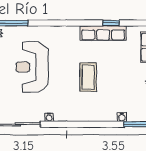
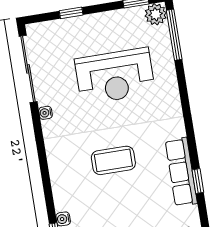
reception desk: (32, 67) -> (115, 76), turned 180

